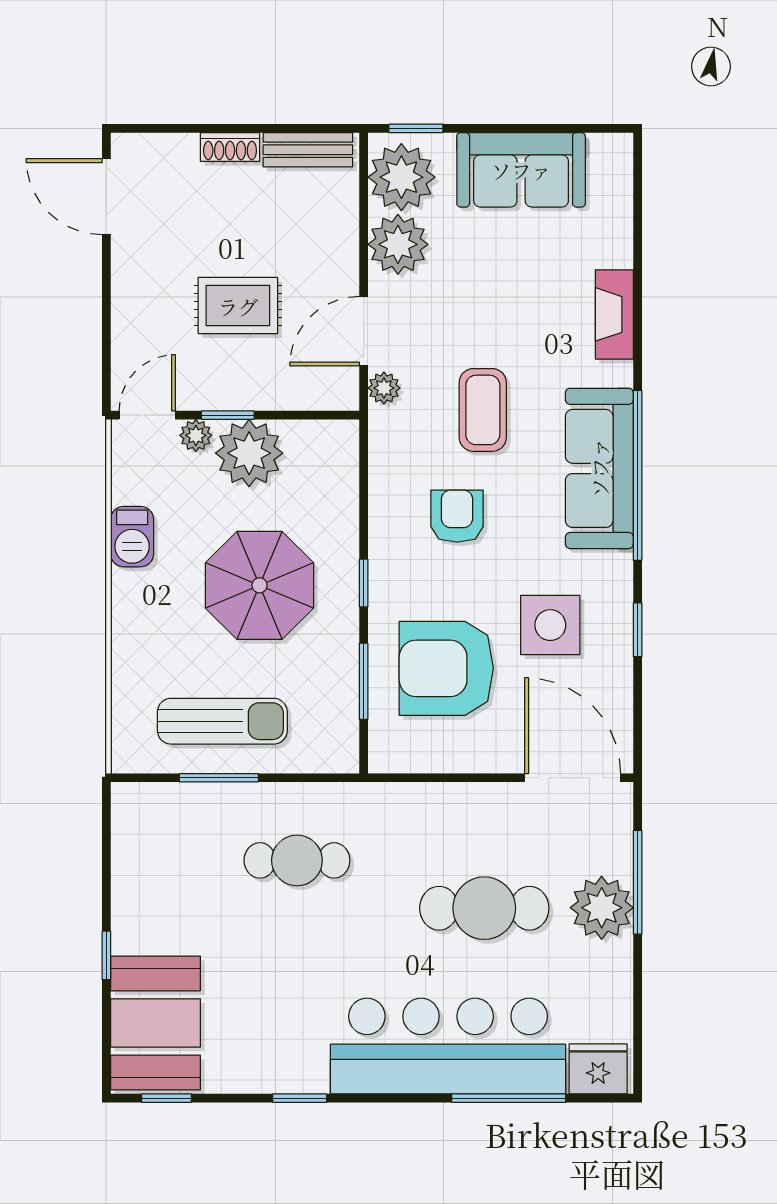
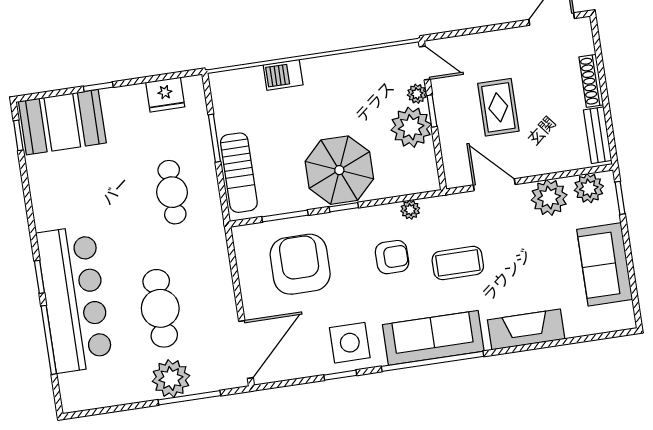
shoe rack: (230, 147) -> (591, 81), width x1.43
plant: (401, 177) -> (589, 188), width x0.73, depth x0.73
fireplace: (614, 314) -> (526, 329), width x1.37, depth x1.32
plant: (384, 388) -> (410, 210), moved
barbecue: (132, 537) -> (283, 75), moved
parasol: (260, 585) -> (339, 170), moved
side table: (550, 625) -> (350, 343), moved
sun lounger: (222, 721) -> (239, 173), moved
fridge: (598, 1069) -> (165, 95), moved, turned 90
window: (300, 1098) -> (39, 277), moved

